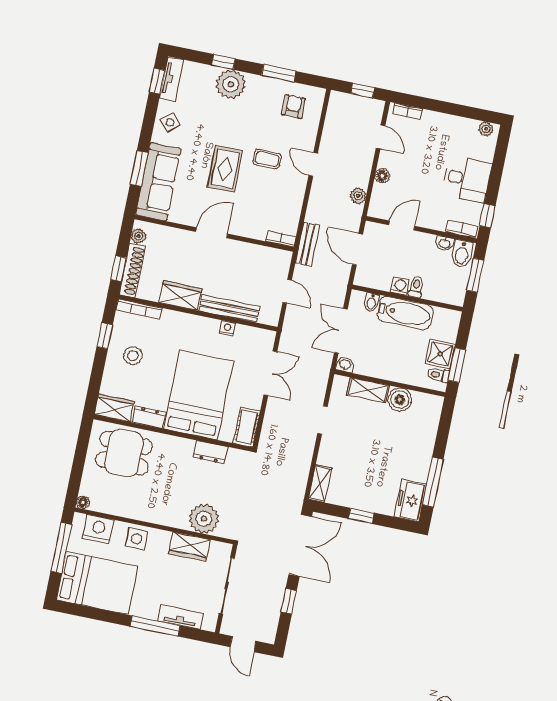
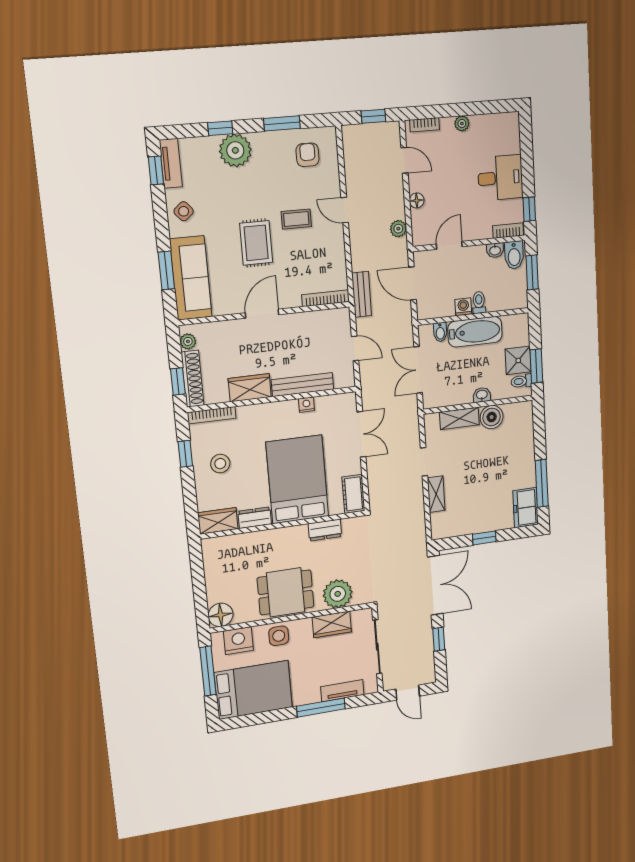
plant: (486, 129) -> (462, 123), moved
bookcase: (281, 239) -> (325, 298), width x1.56
washbasin: (345, 365) -> (482, 395), moved
dining table: (124, 453) -> (286, 592), moved
shelving: (320, 483) -> (436, 494), moved
floor lamp: (83, 502) -> (221, 615), width x1.89, depth x1.89

